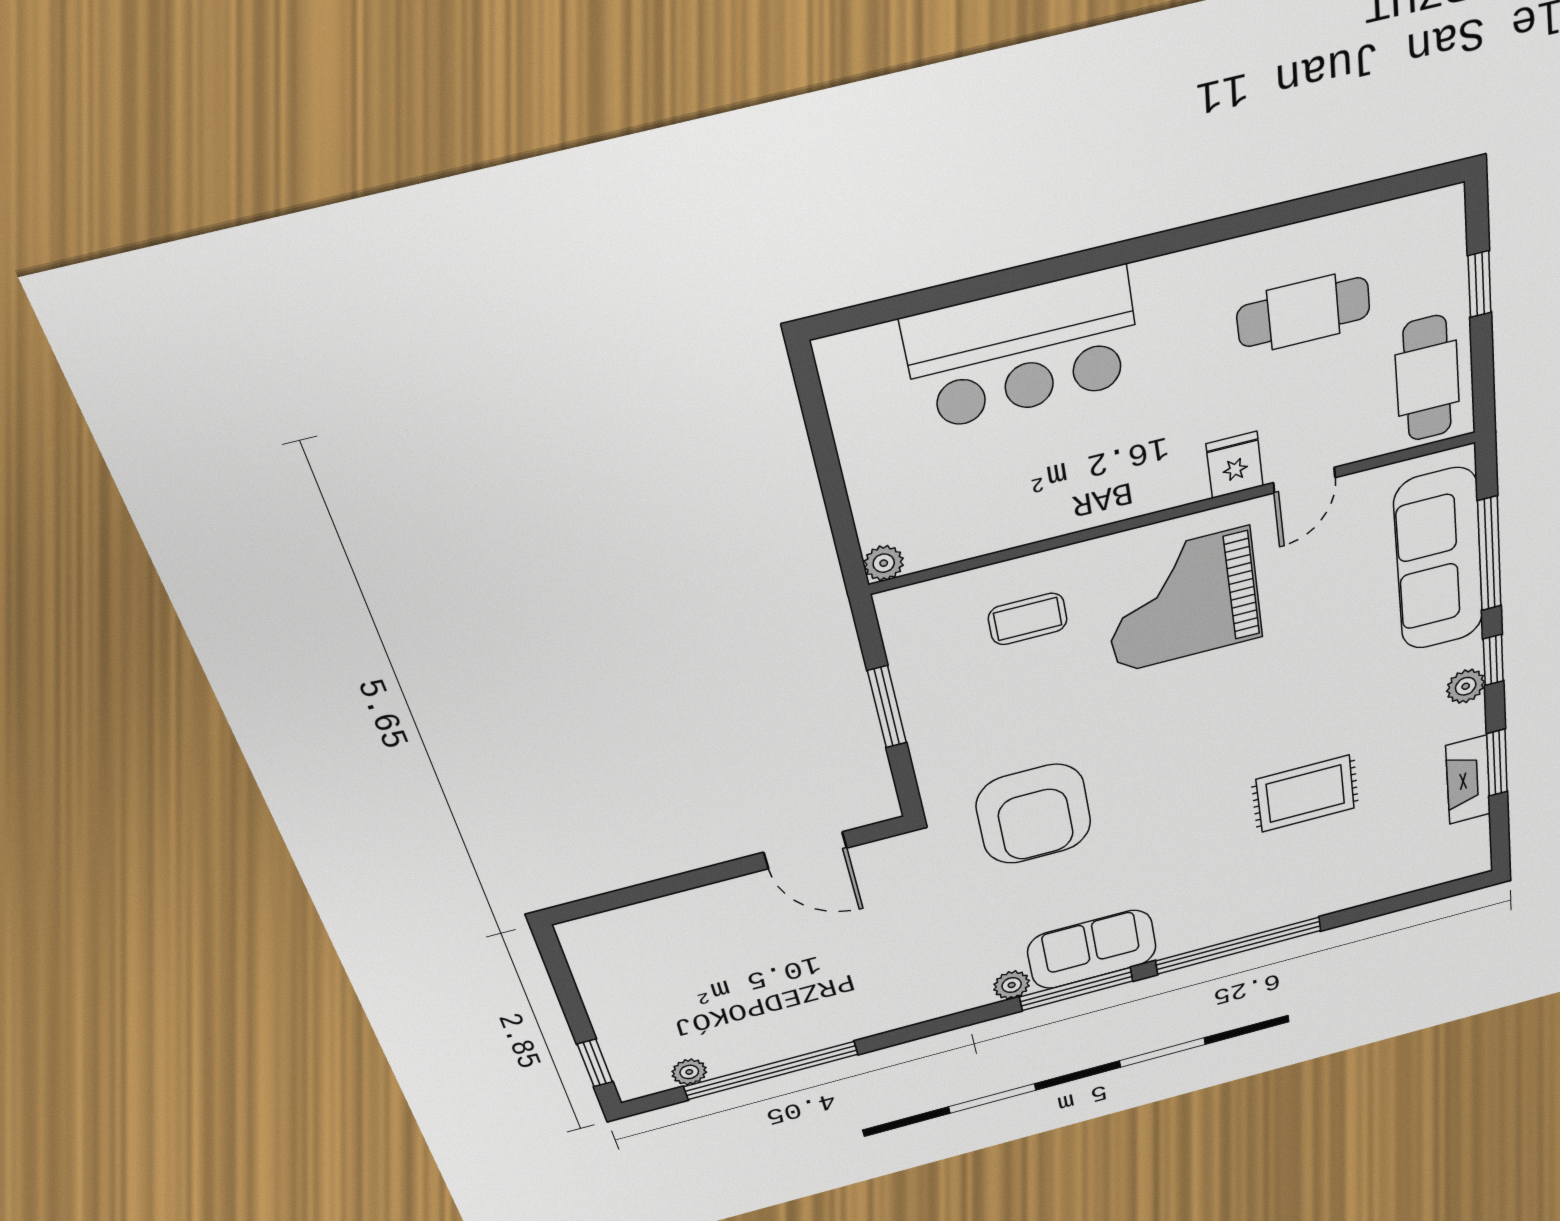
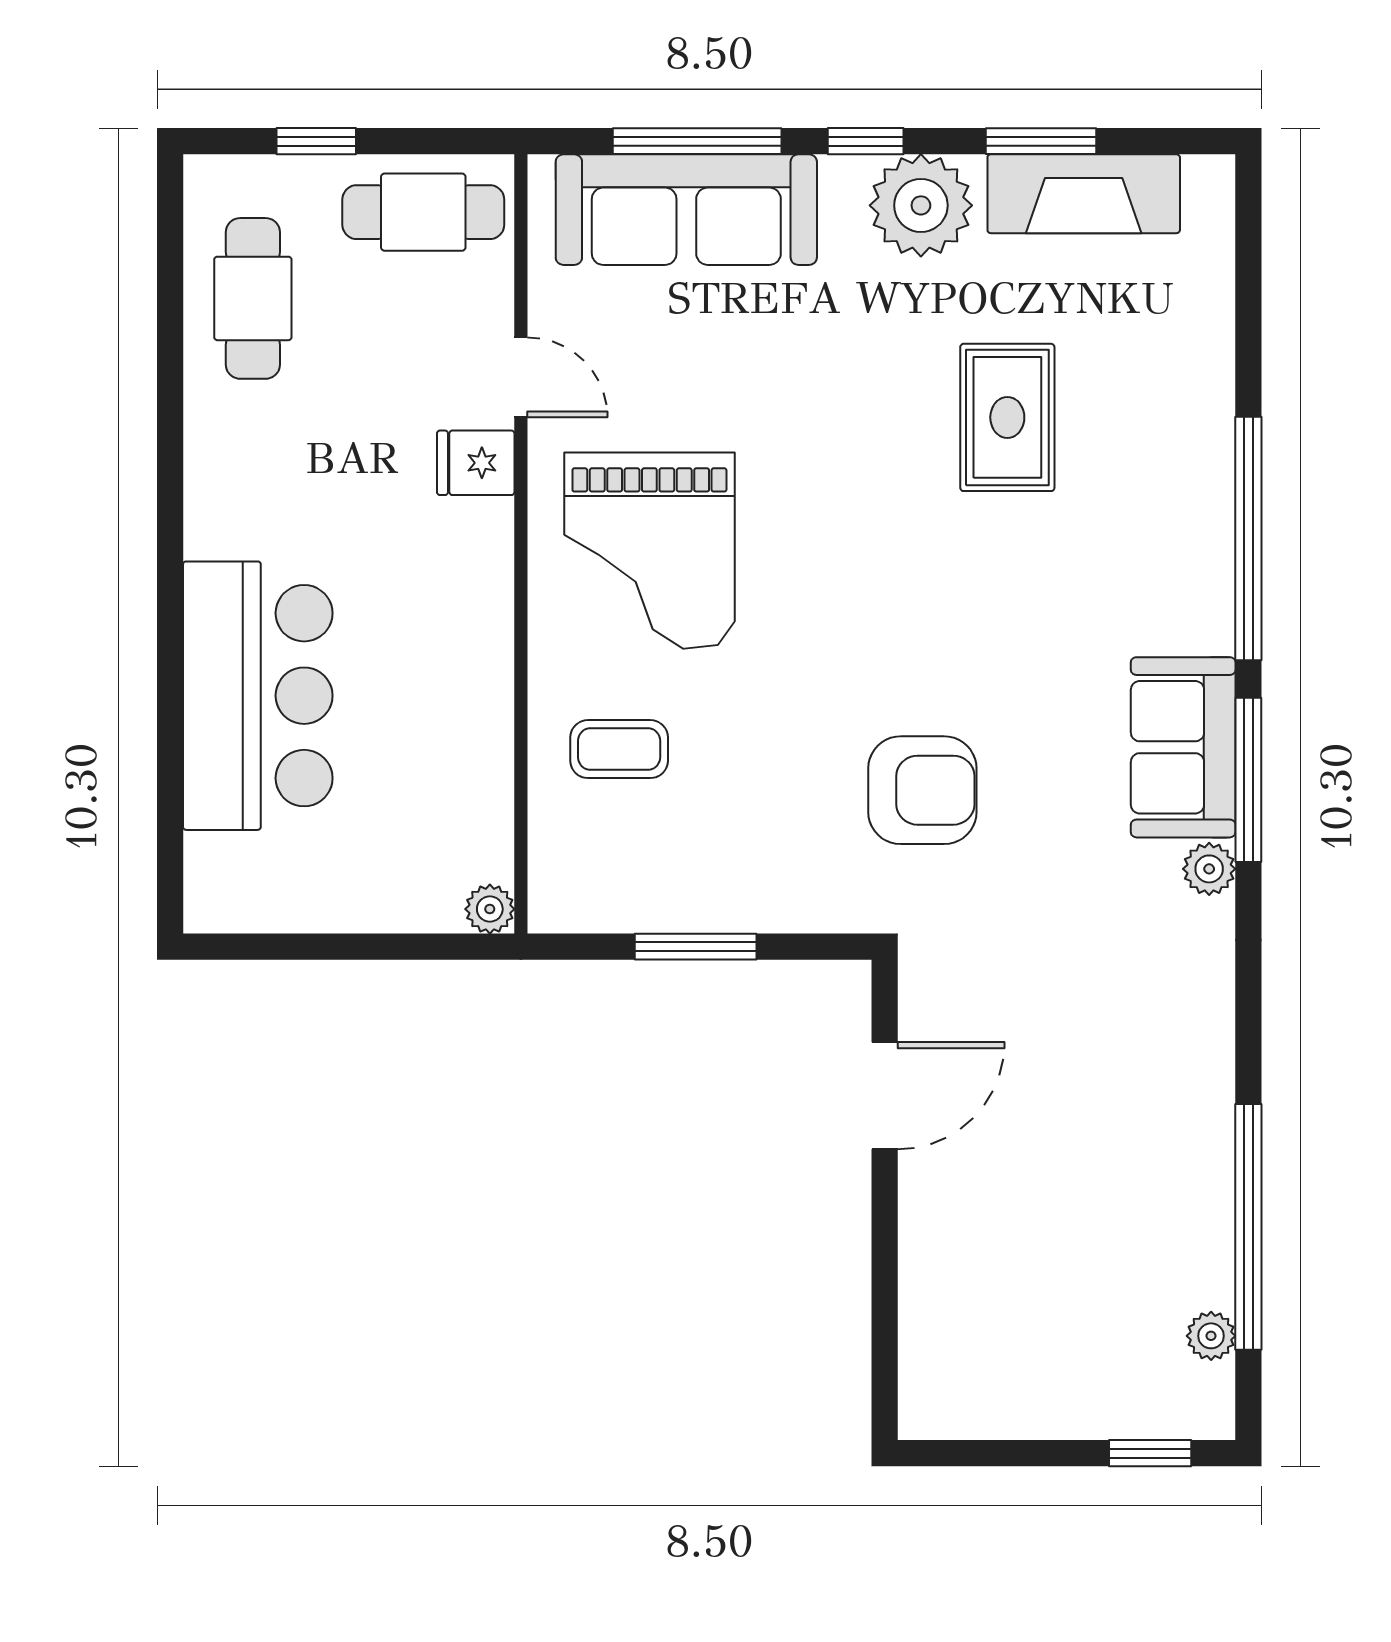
cafe table: (1303, 312) -> (253, 298), moved
coffee table: (1028, 619) -> (619, 749), turned 90
plant: (1466, 686) -> (921, 205), width x1.87, depth x1.87
fireplace: (1468, 780) -> (1084, 194), width x1.37, depth x1.32
armchair: (1034, 814) -> (922, 790), width x0.73, depth x0.73

